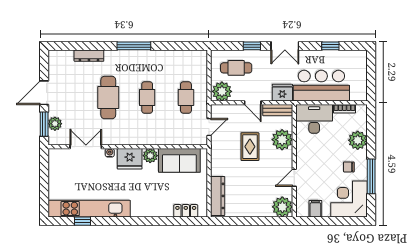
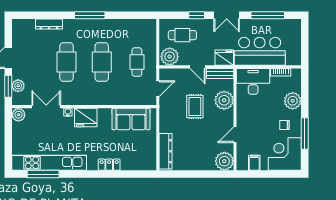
window: (330, 46) -> (268, 15), width x2.17
cafe table: (147, 98) -> (102, 62), width x1.37, depth x1.35
plant: (150, 156) -> (18, 115), moved
locker: (186, 211) -> (109, 165), moved
window: (83, 221) -> (43, 174), width x2.17

